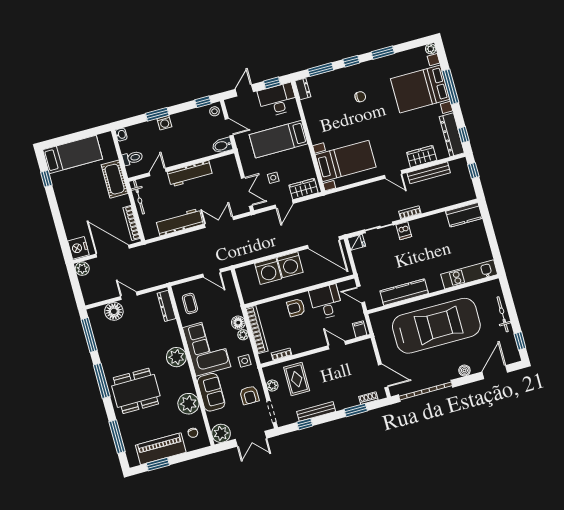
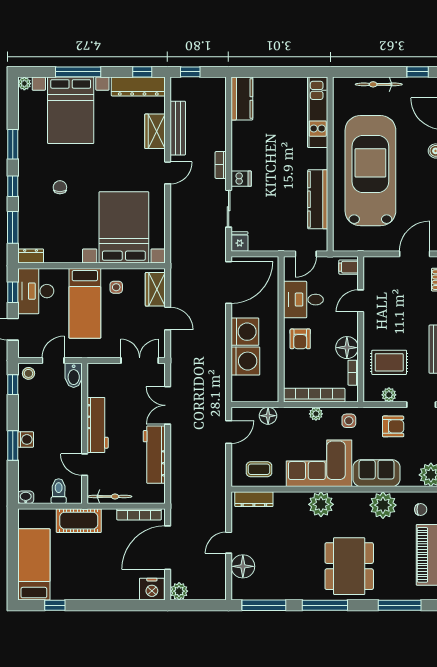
bed with nightstands: (346, 161) -> (124, 227), width x1.36
side table: (273, 178) -> (116, 287), moved
floor lamp: (238, 323) -> (268, 416), moved
floor lamp: (299, 344) -> (347, 348), added

